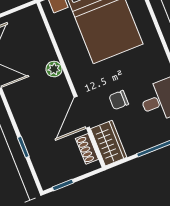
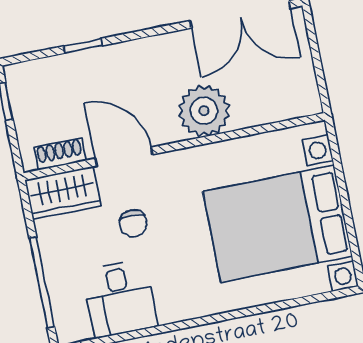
plant: (54, 69) -> (204, 111), width x1.88, depth x1.88
chair: (119, 100) -> (133, 223), turned 180

